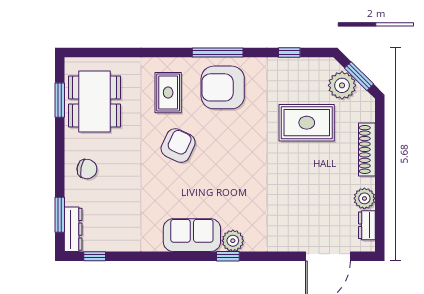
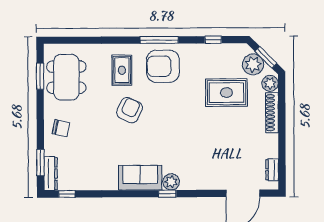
plant: (364, 198) -> (270, 83), moved

